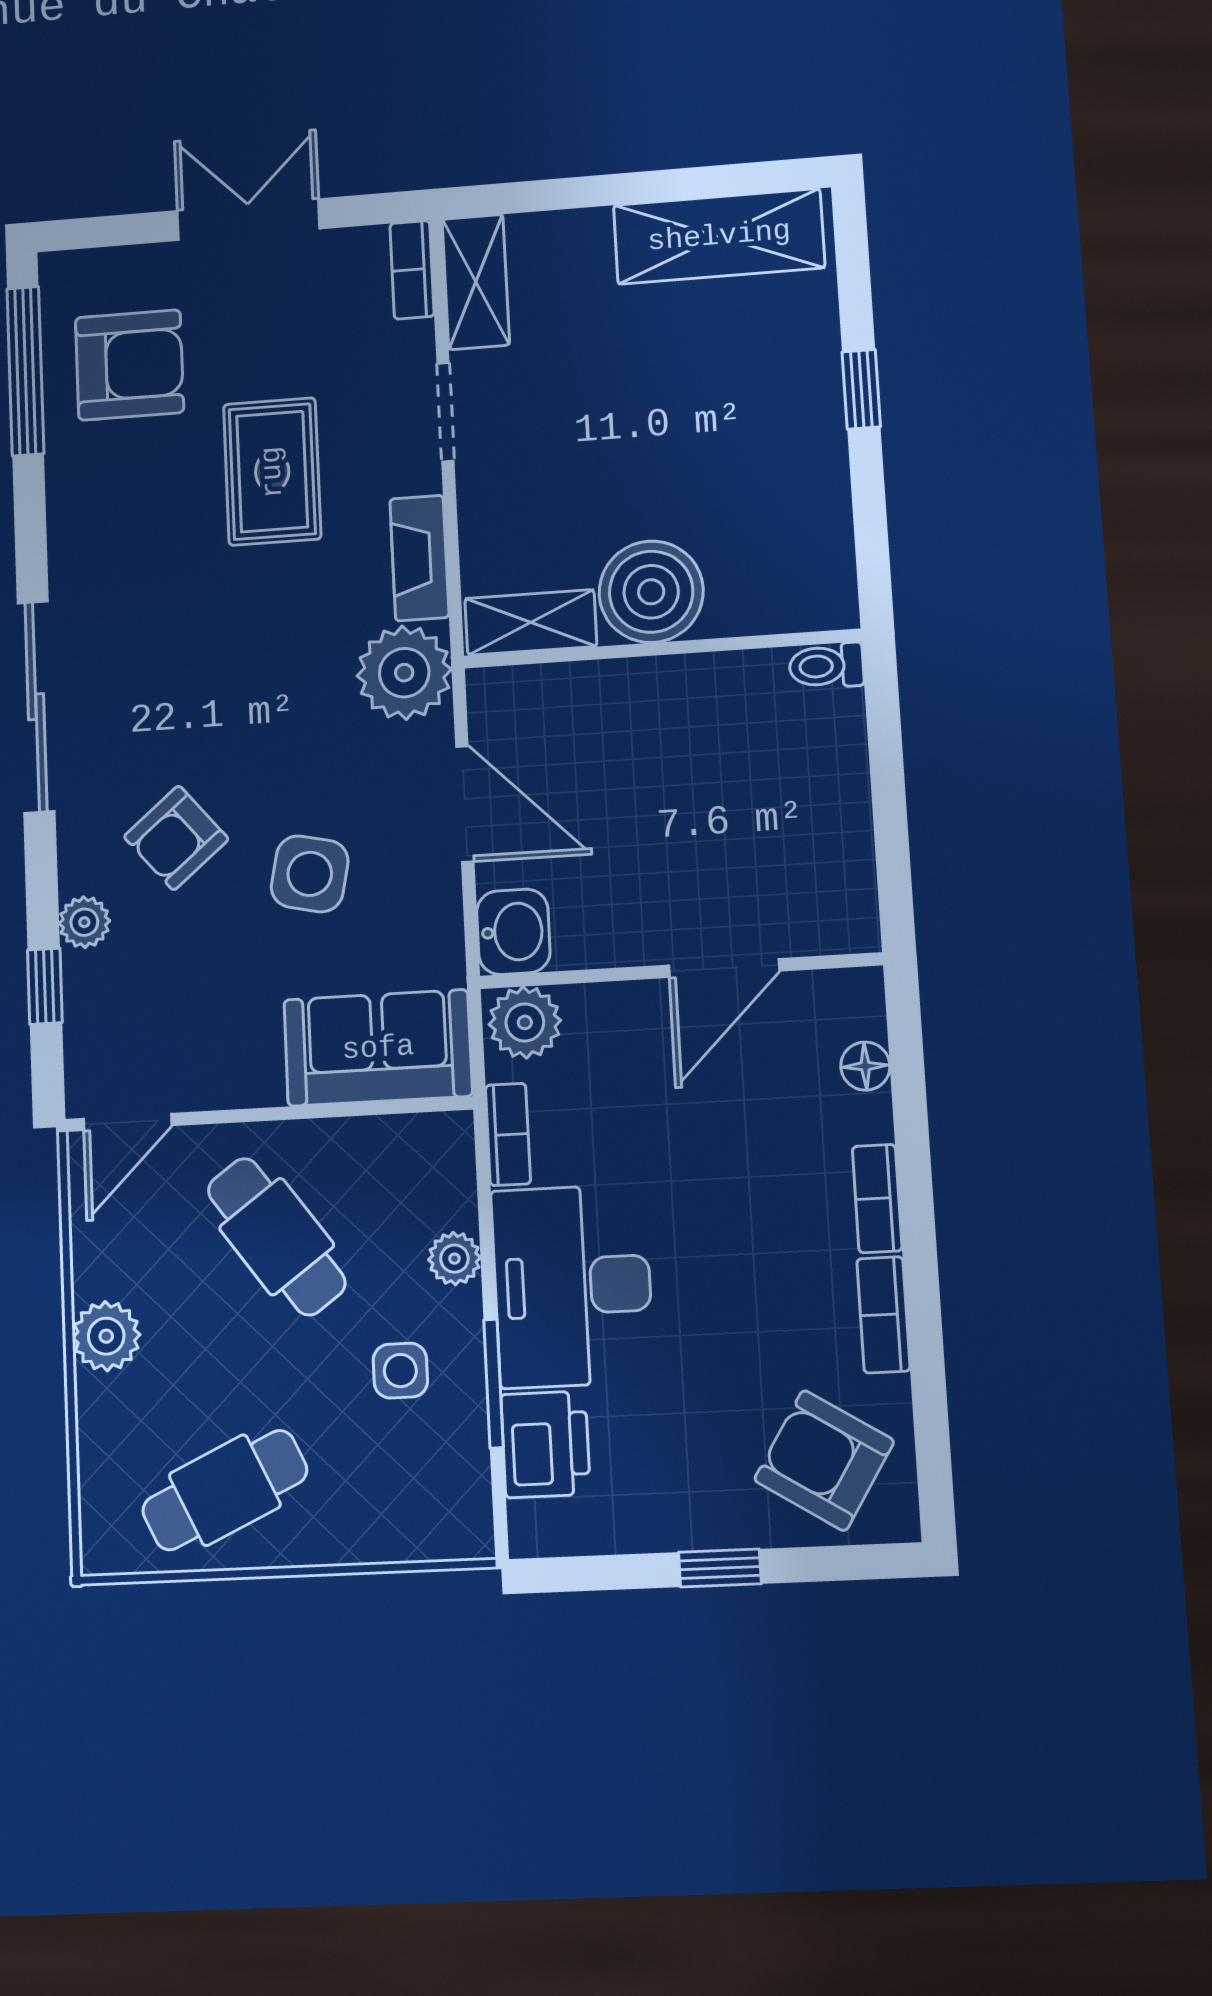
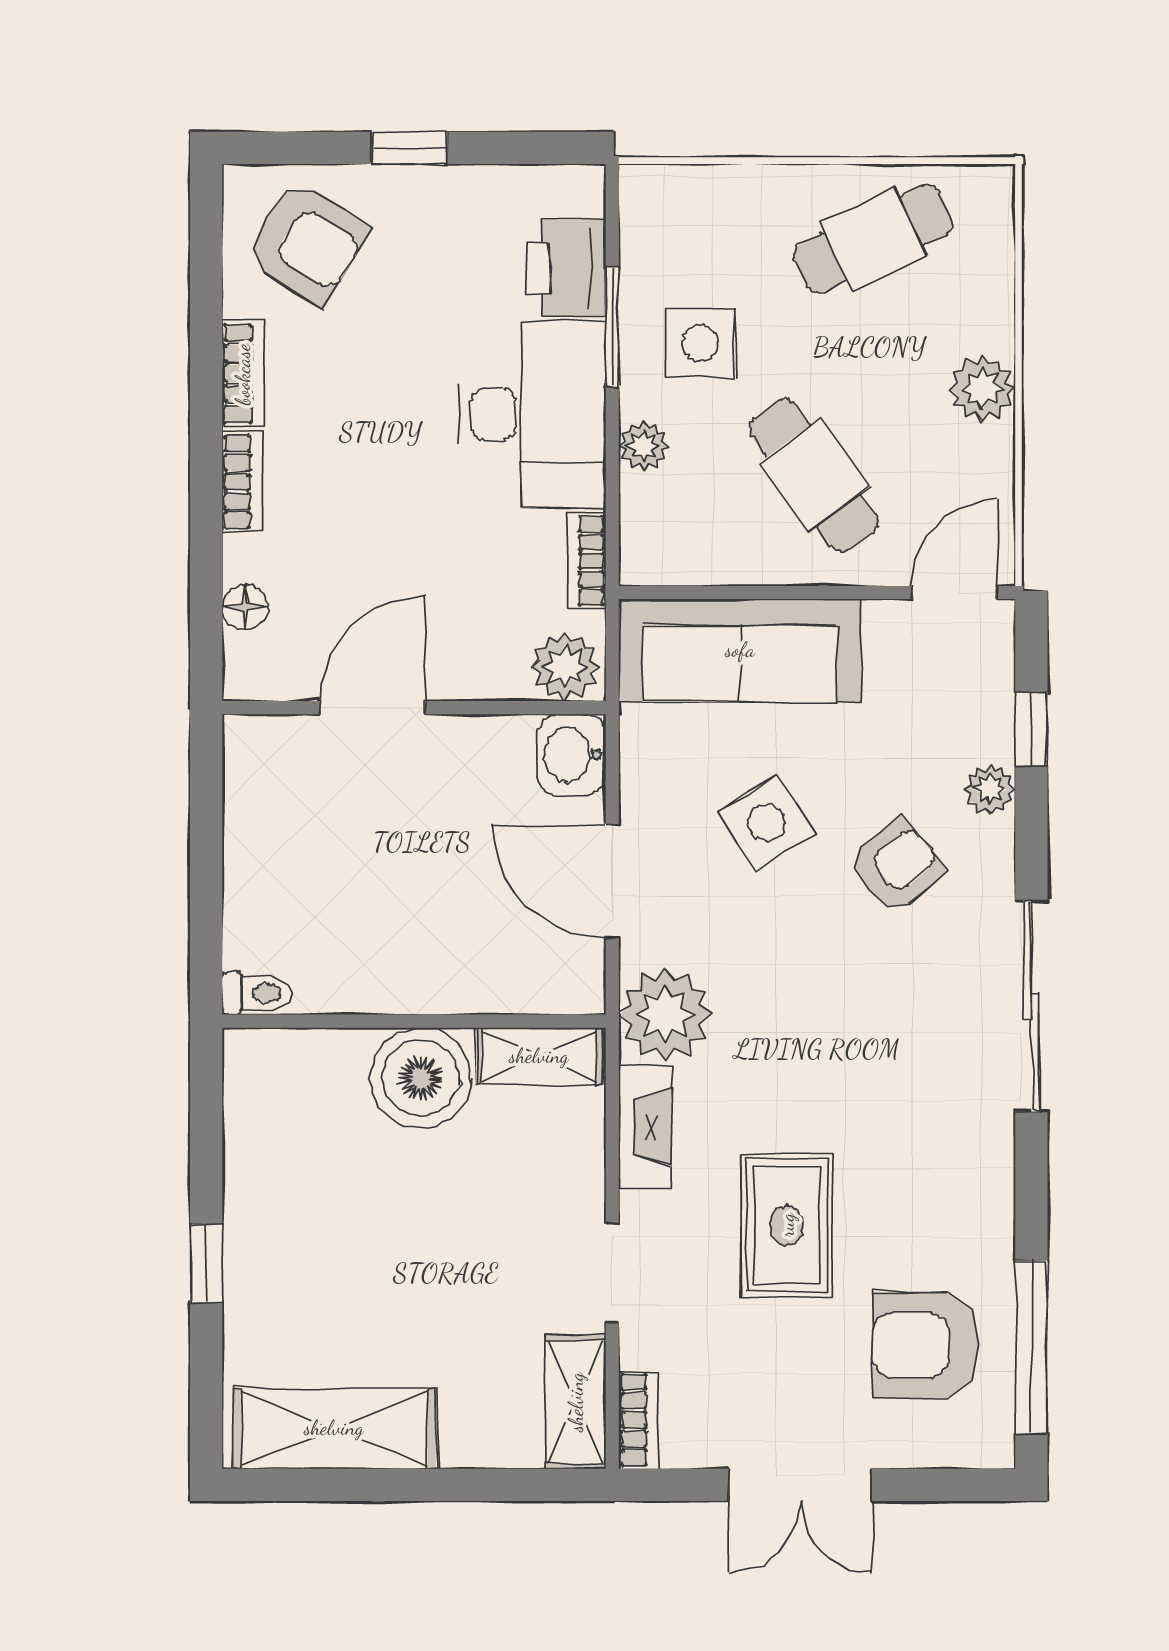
side table: (310, 874) -> (767, 823), turned 45
sofa: (378, 1048) -> (740, 650), width x1.36
side table: (400, 1371) -> (700, 343), width x1.37, depth x1.37

